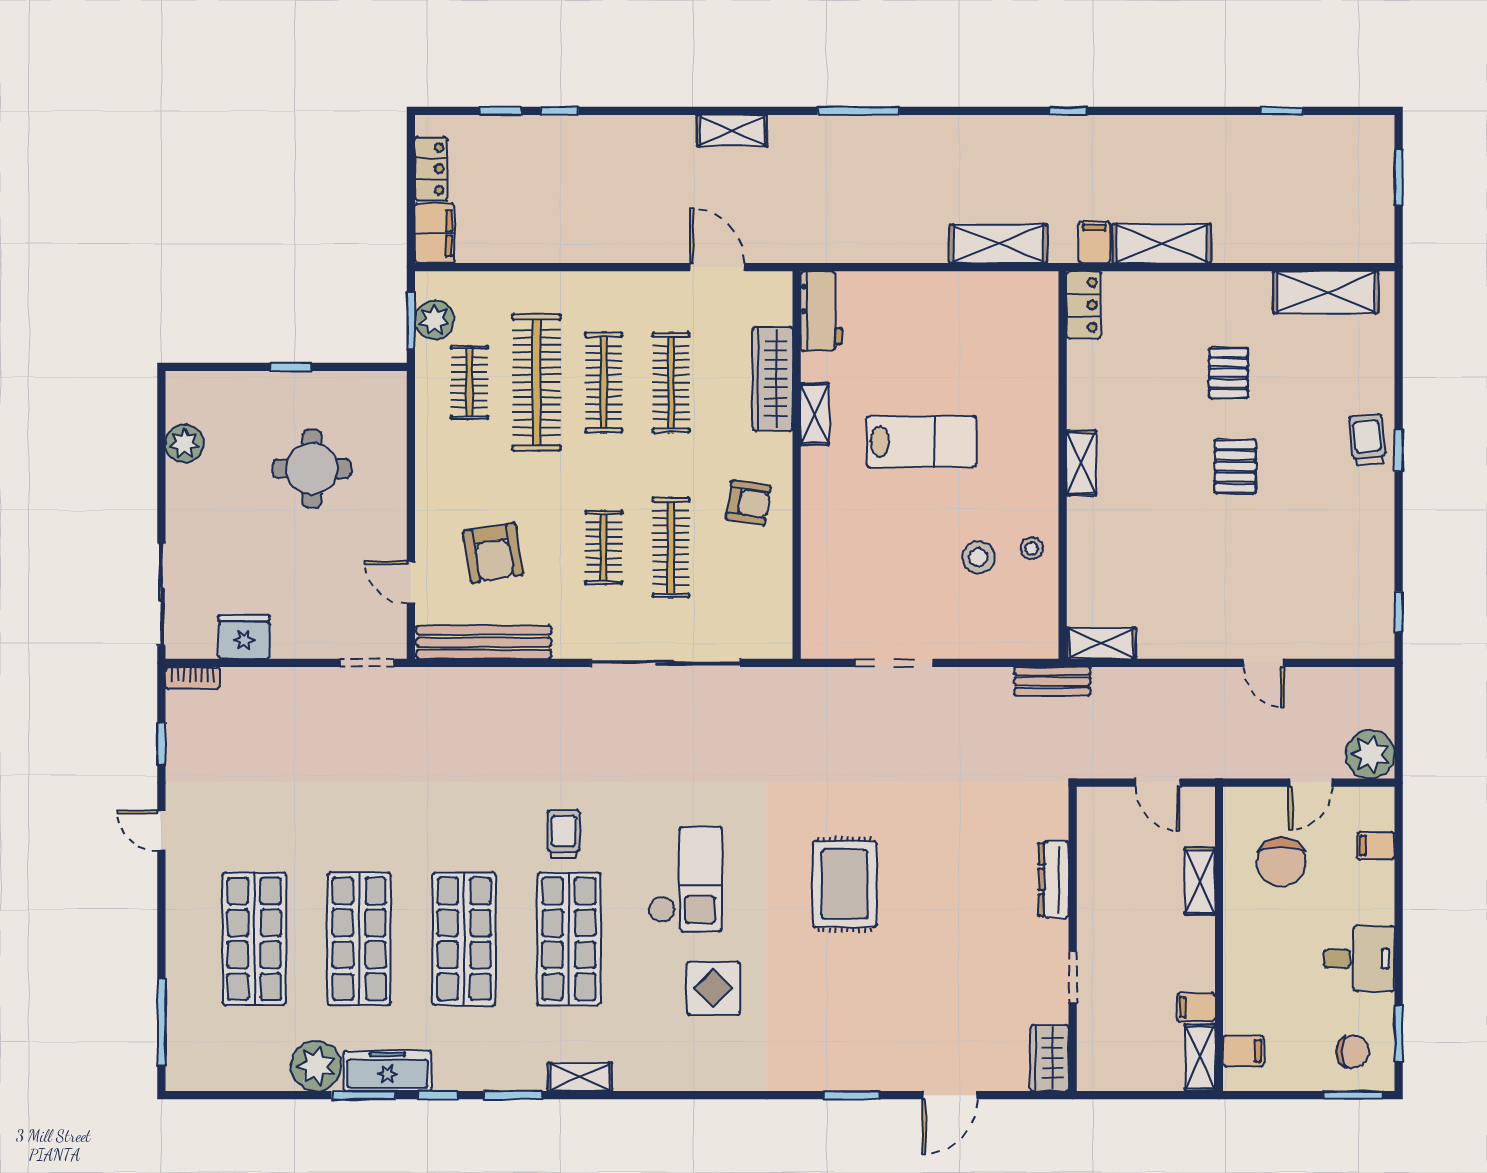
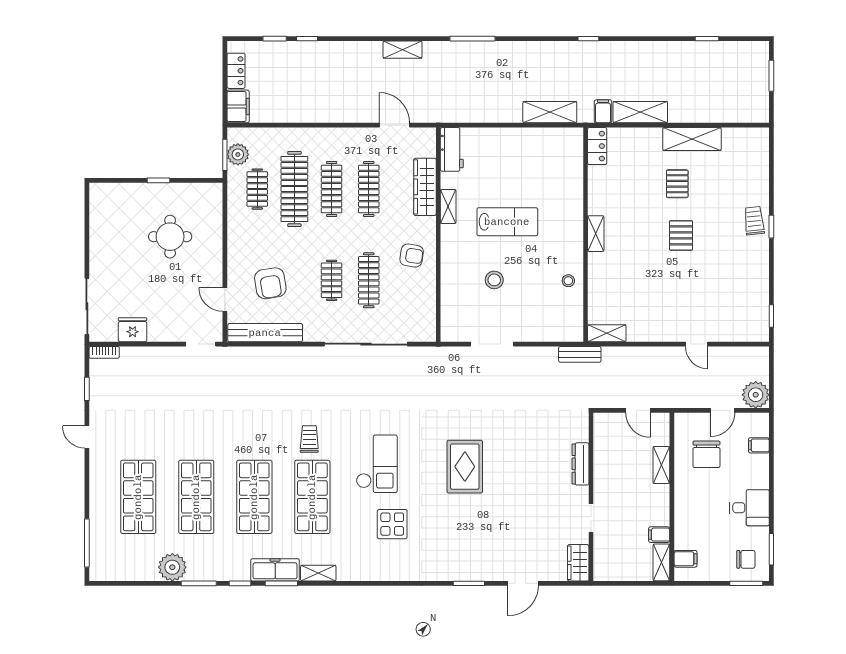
shelving: (1326, 292) -> (692, 139), moved
plant: (185, 444) -> (100, 223), removed
stool: (978, 557) -> (494, 280), moved
freezer: (387, 1071) -> (275, 570), moved

